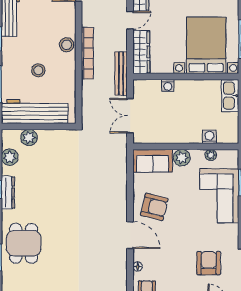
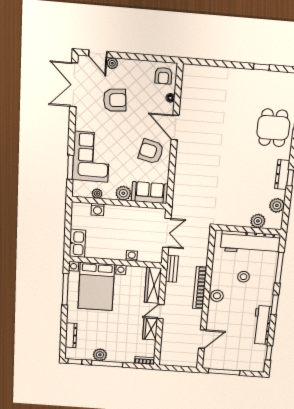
bench: (121, 74) -> (172, 269), width x0.73
armchair: (209, 263) -> (115, 100), moved, turned -95

